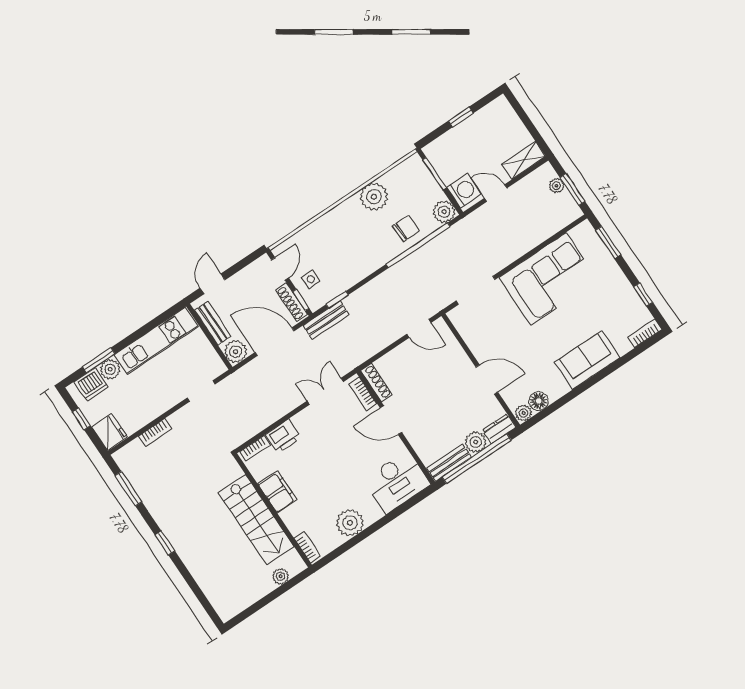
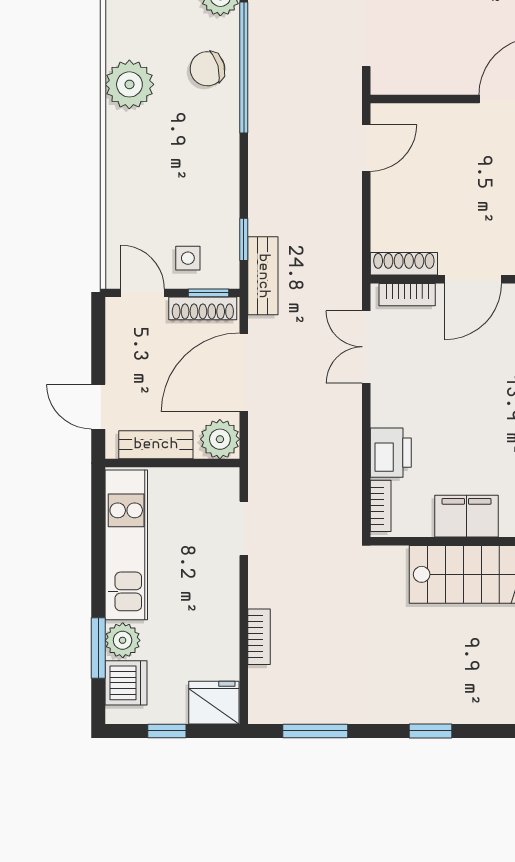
chair: (406, 228) -> (207, 69), turned -105

